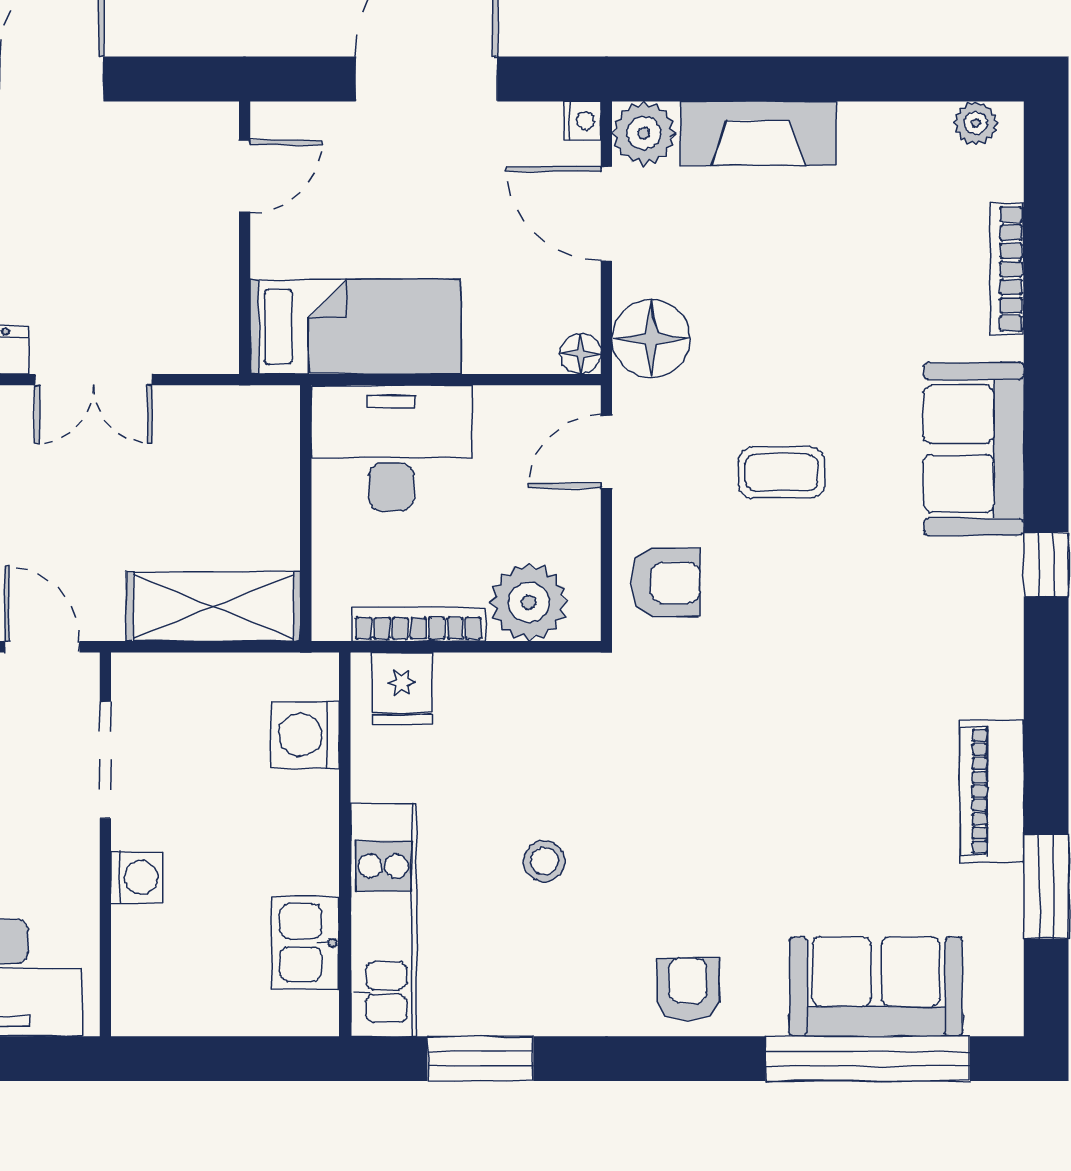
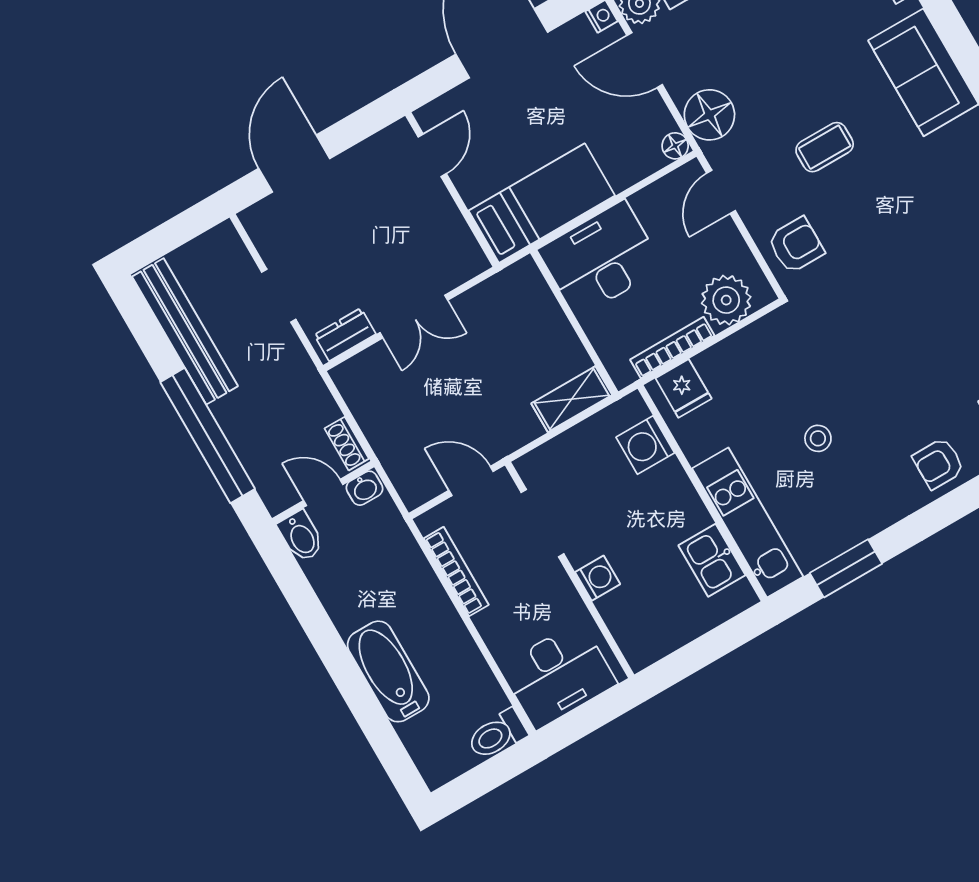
shelving: (213, 606) -> (572, 399), width x0.67, depth x0.75
armchair: (688, 989) -> (938, 463), turned -90

